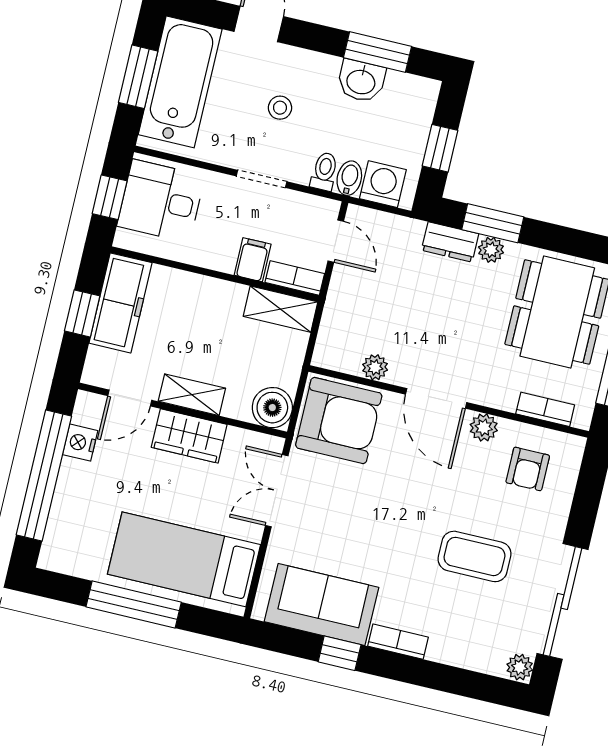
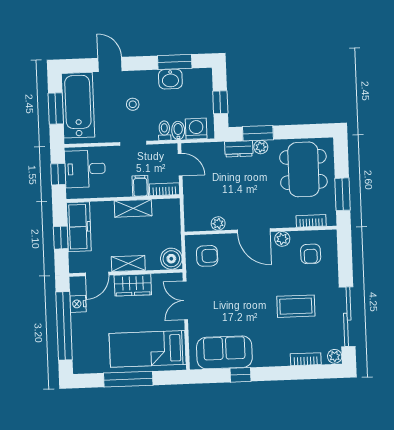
shelving: (280, 309) -> (133, 208), moved
armchair: (339, 420) -> (207, 256), width x0.53, depth x0.53
bookcase: (398, 642) -> (306, 359), moved

